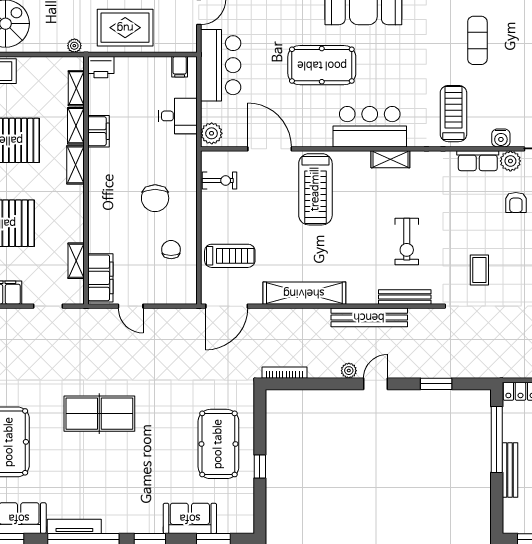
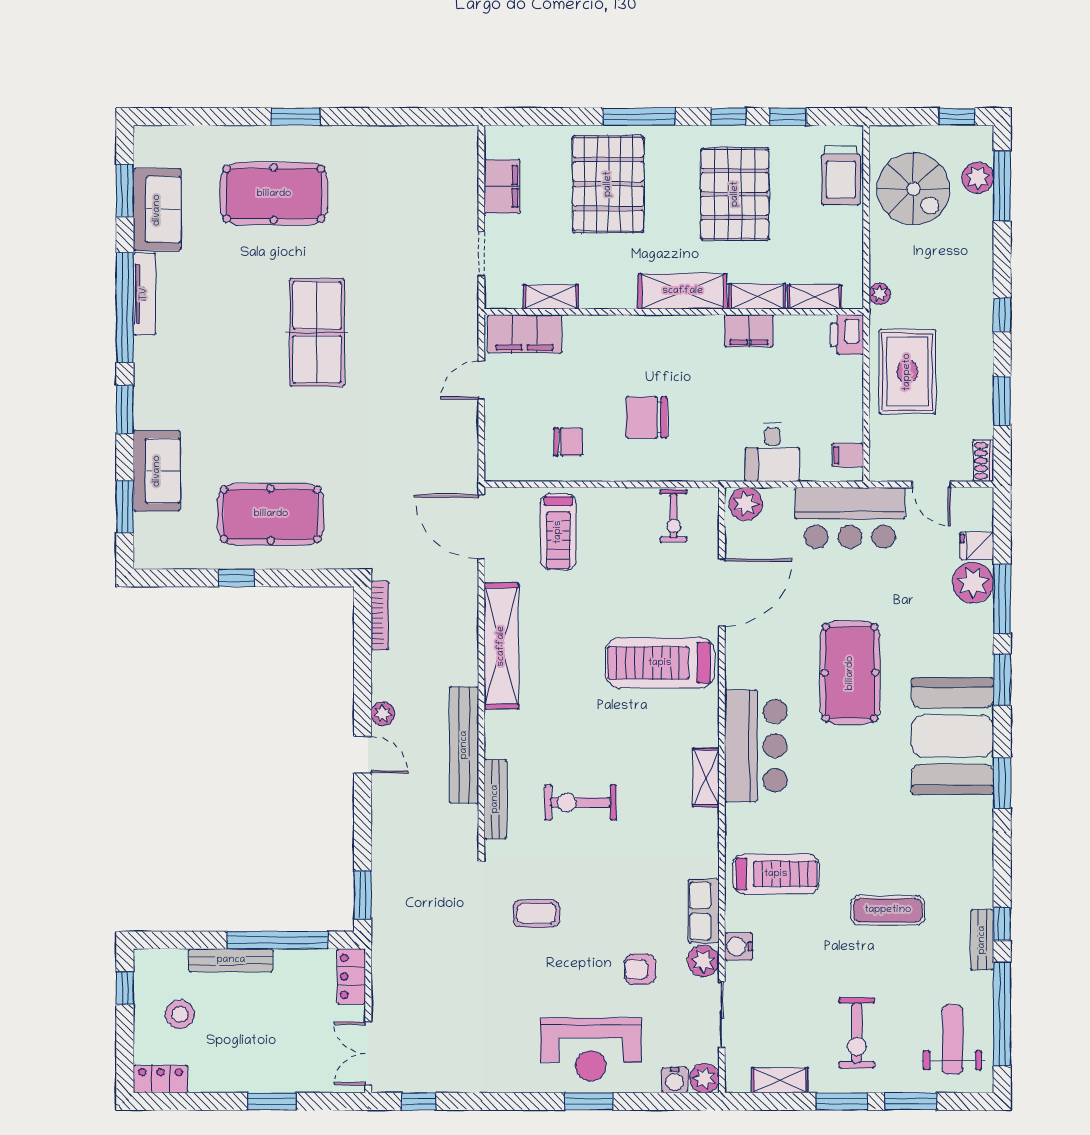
shelving: (75, 165) -> (683, 291), width x1.50, depth x1.33
window: (436, 384) -> (363, 895), moved

